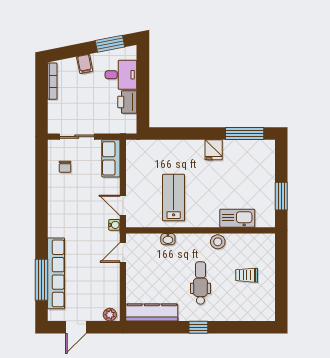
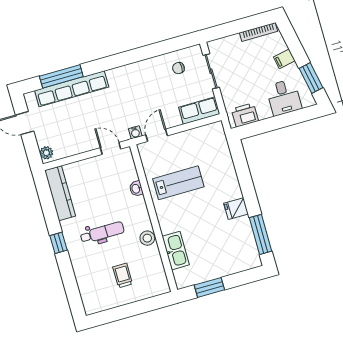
printer: (127, 102) -> (245, 115), moved

